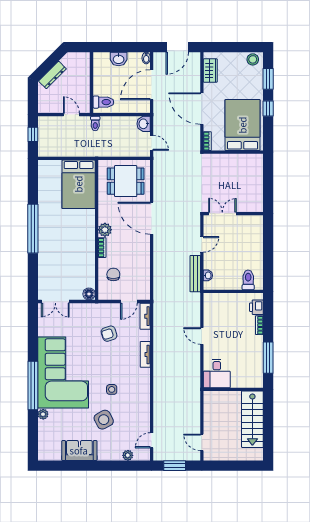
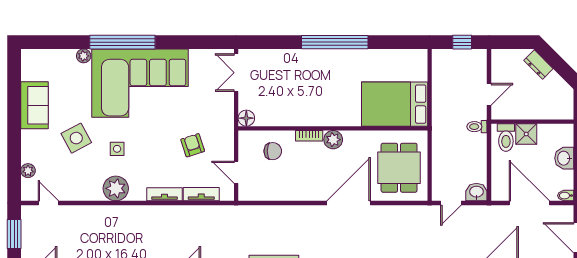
dresser: (52, 75) -> (538, 65), width x0.70
shower: (101, 87) -> (526, 134), added
tv unit: (145, 316) -> (201, 194), moved
plant: (141, 390) -> (116, 188), added

